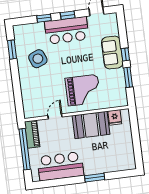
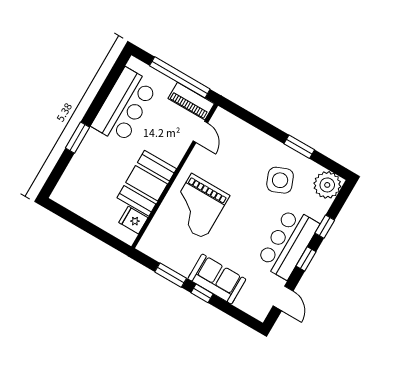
plant: (22, 33) -> (327, 185), added
window: (12, 50) -> (299, 147), moved
door: (55, 116) -> (200, 132), moved

